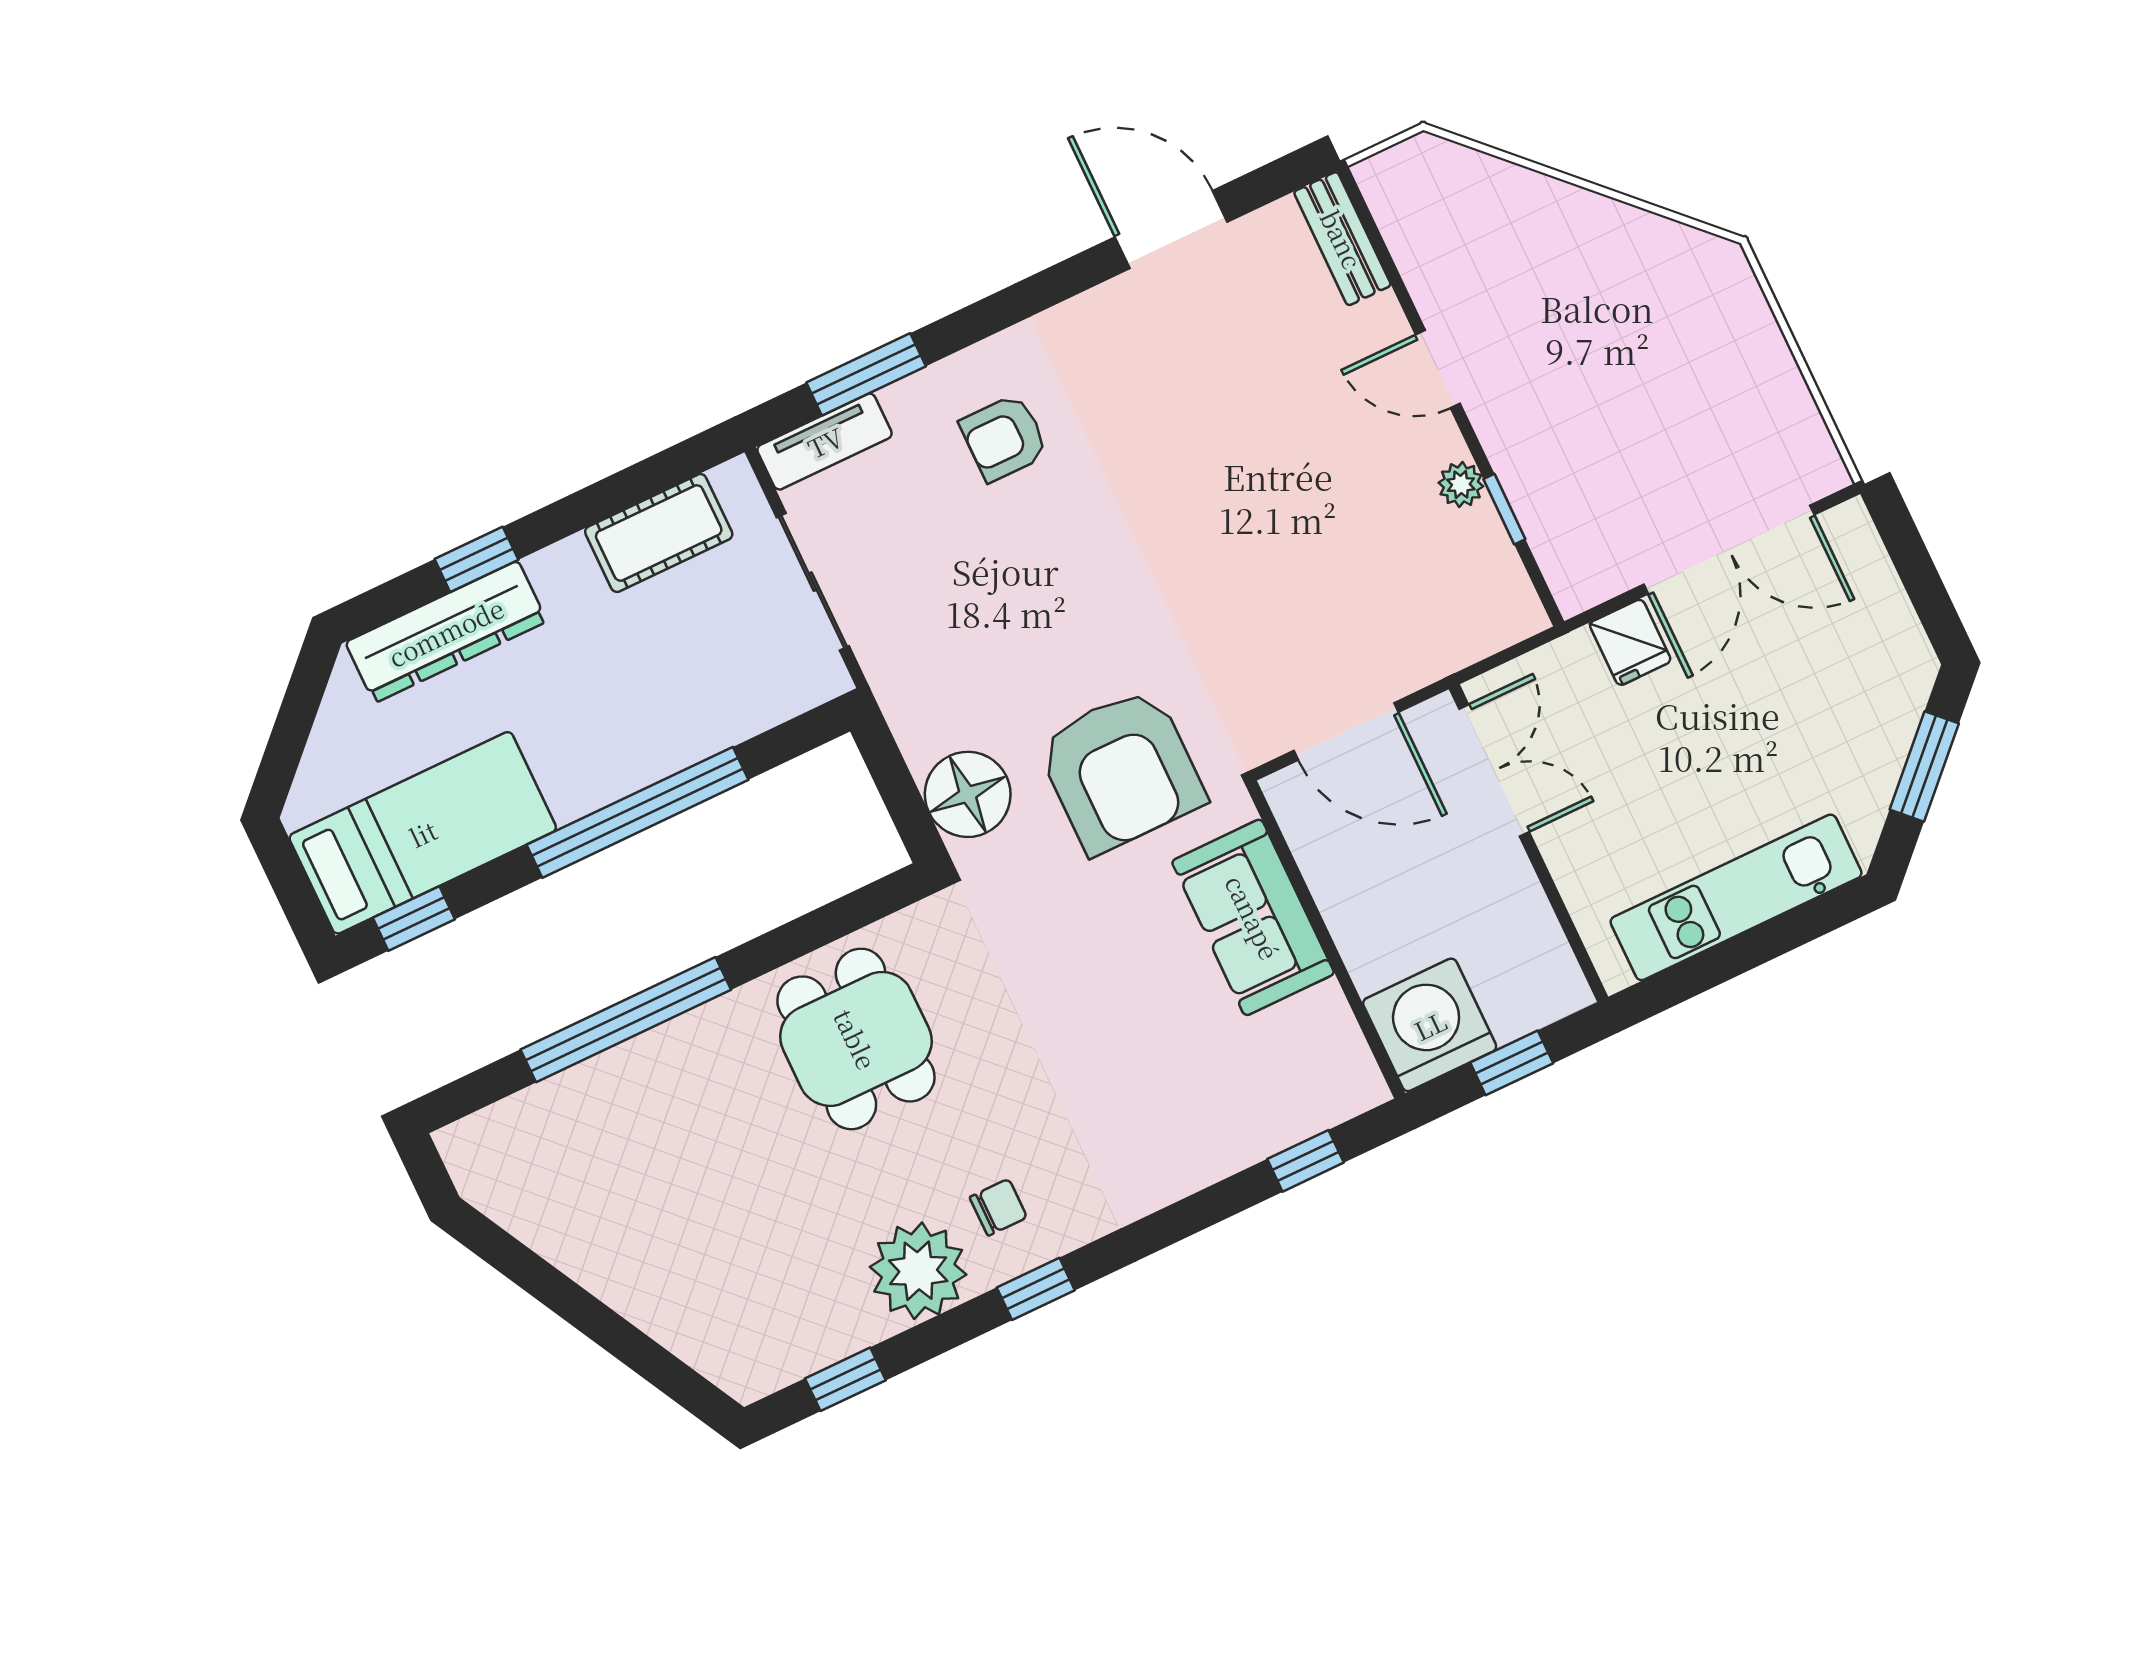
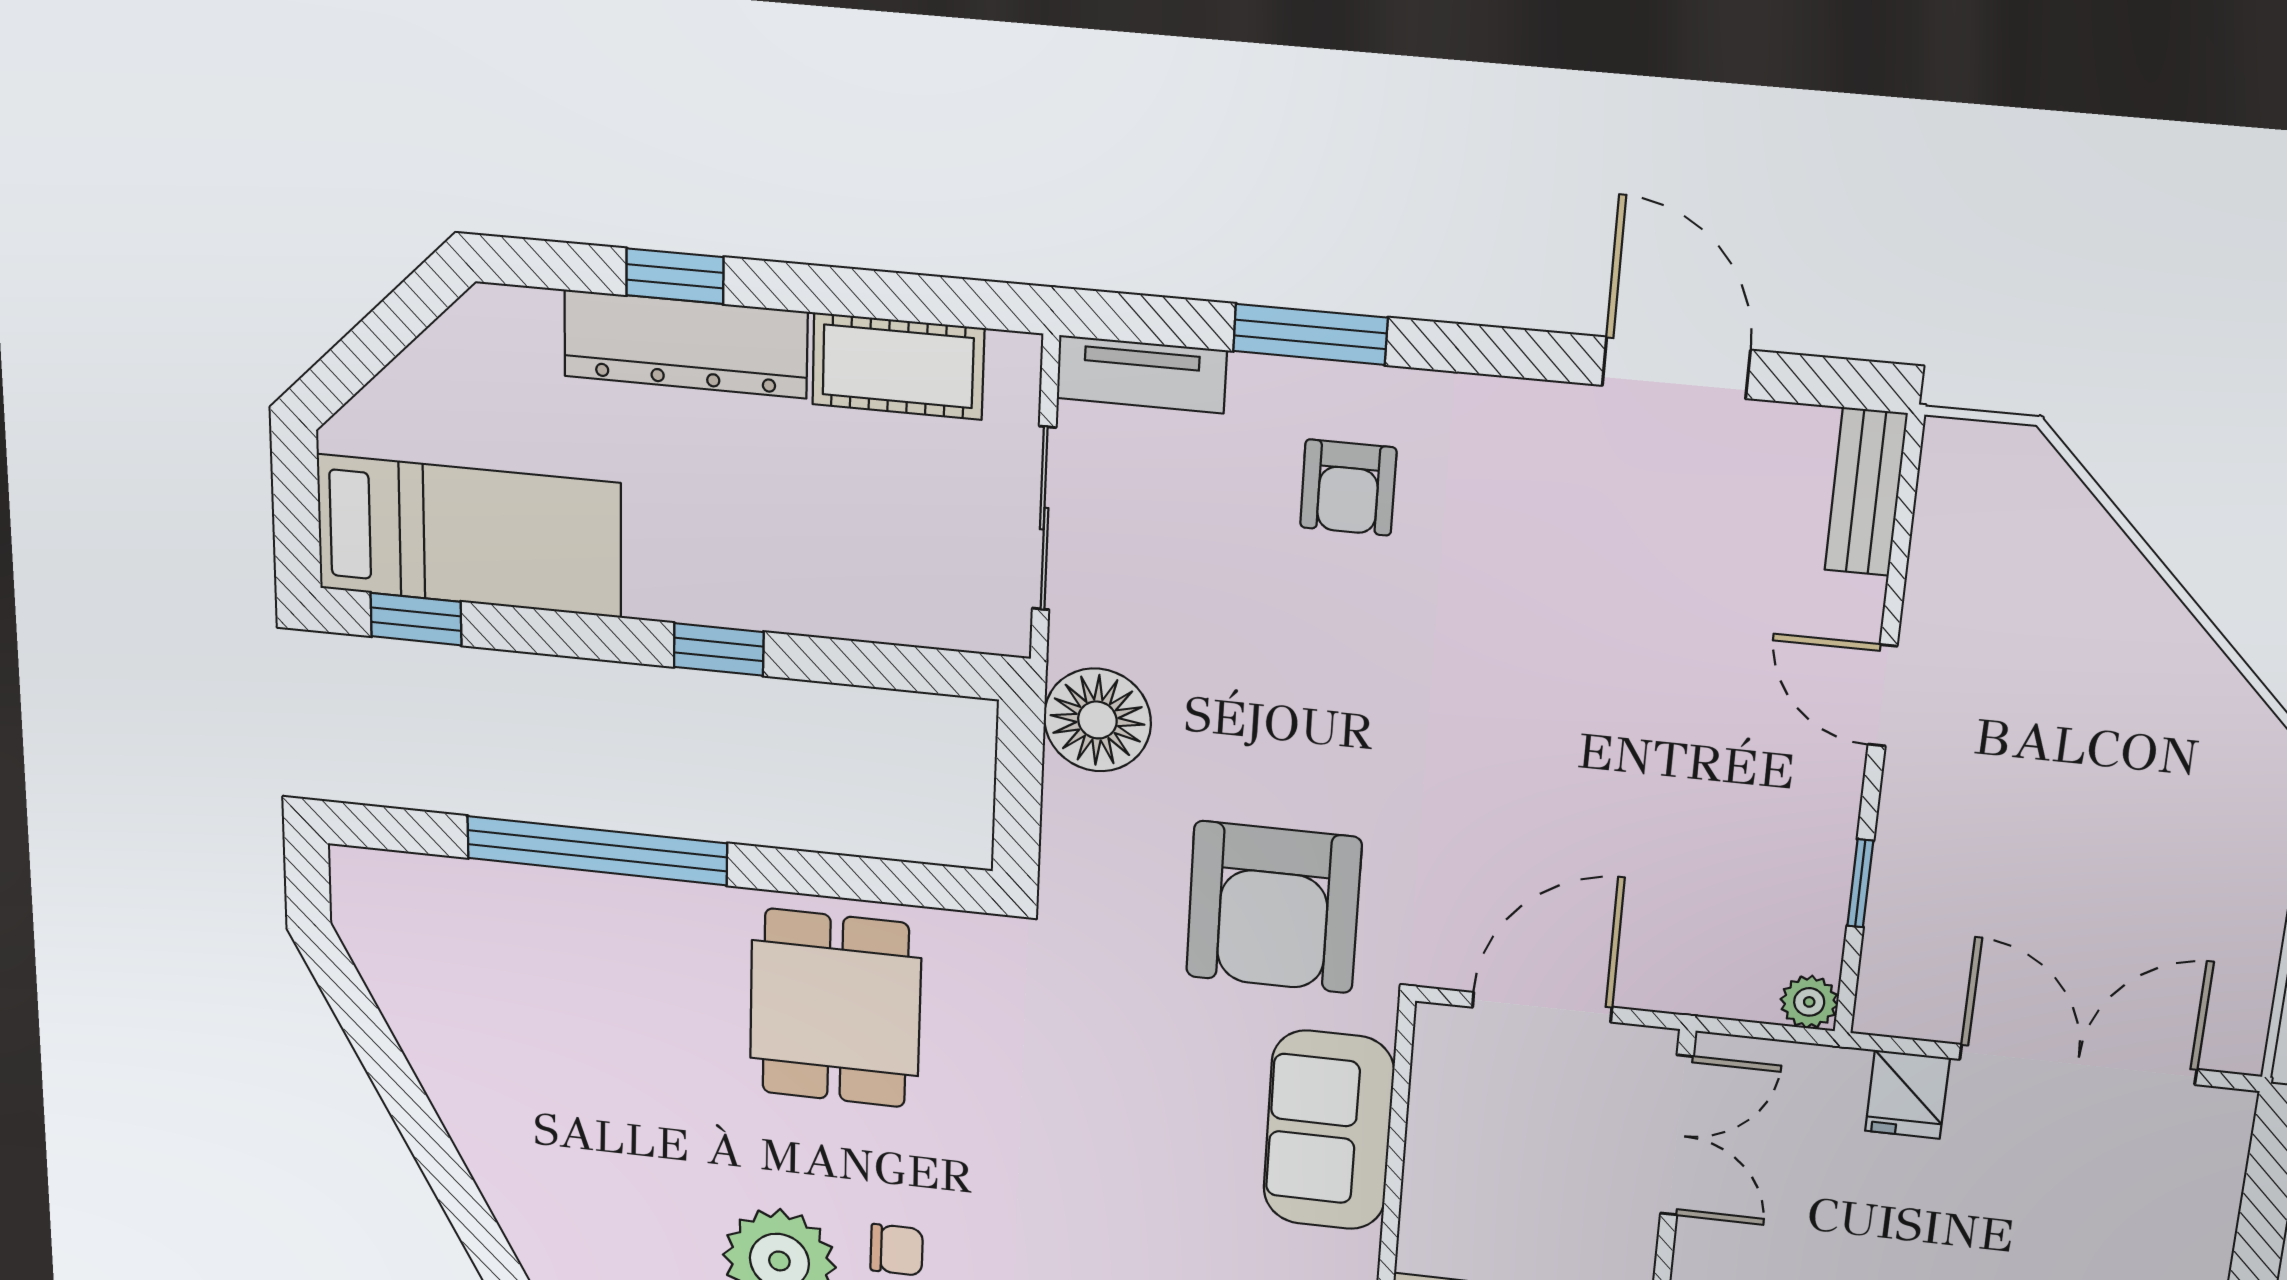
window: (866, 374) -> (1310, 334), moved
armchair: (1004, 438) -> (1348, 488), turned -90
plant: (1461, 485) -> (1809, 1002), moved
double door: (1729, 550) -> (2078, 1064), swing flipped
dresser: (446, 632) -> (686, 344), moved
door: (1346, 731) -> (1542, 1007), swing flipped
floor lamp: (968, 794) -> (1097, 720), moved
window: (638, 812) -> (719, 649), width x0.32

